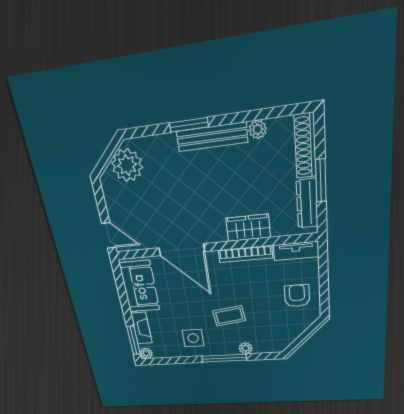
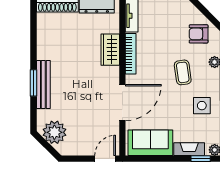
plant: (258, 129) -> (43, 37), removed
bench: (212, 137) -> (43, 85), moved
armchair: (297, 296) -> (199, 34), moved
window: (134, 340) -> (201, 159), width x0.67

